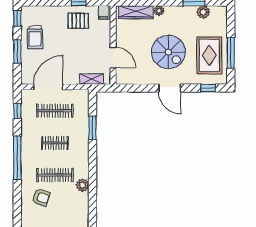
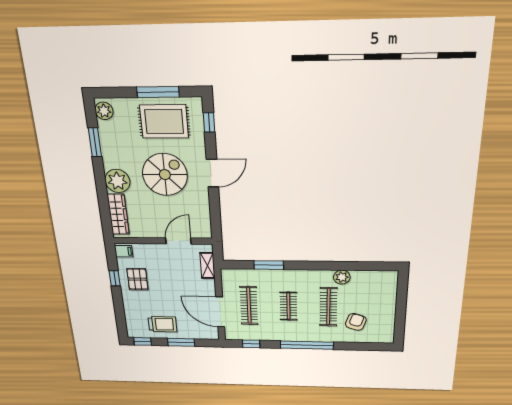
plant: (159, 11) -> (117, 181), width x1.88, depth x1.88
plant: (203, 12) -> (104, 111), moved

